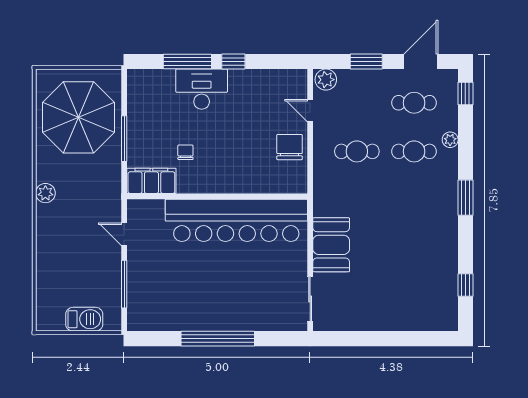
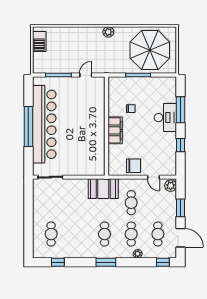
window: (233, 61) -> (180, 145), moved
door: (310, 111) -> (154, 177), swing flipped
filing cabinet: (151, 181) -> (115, 130), moved
cafe table: (414, 200) -> (104, 234), added
bar counter: (236, 220) -> (44, 124), moved, turned 180
booth: (331, 245) -> (103, 189), moved
cafe table: (414, 297) -> (51, 234), added
barbecue: (84, 319) -> (39, 42), moved

